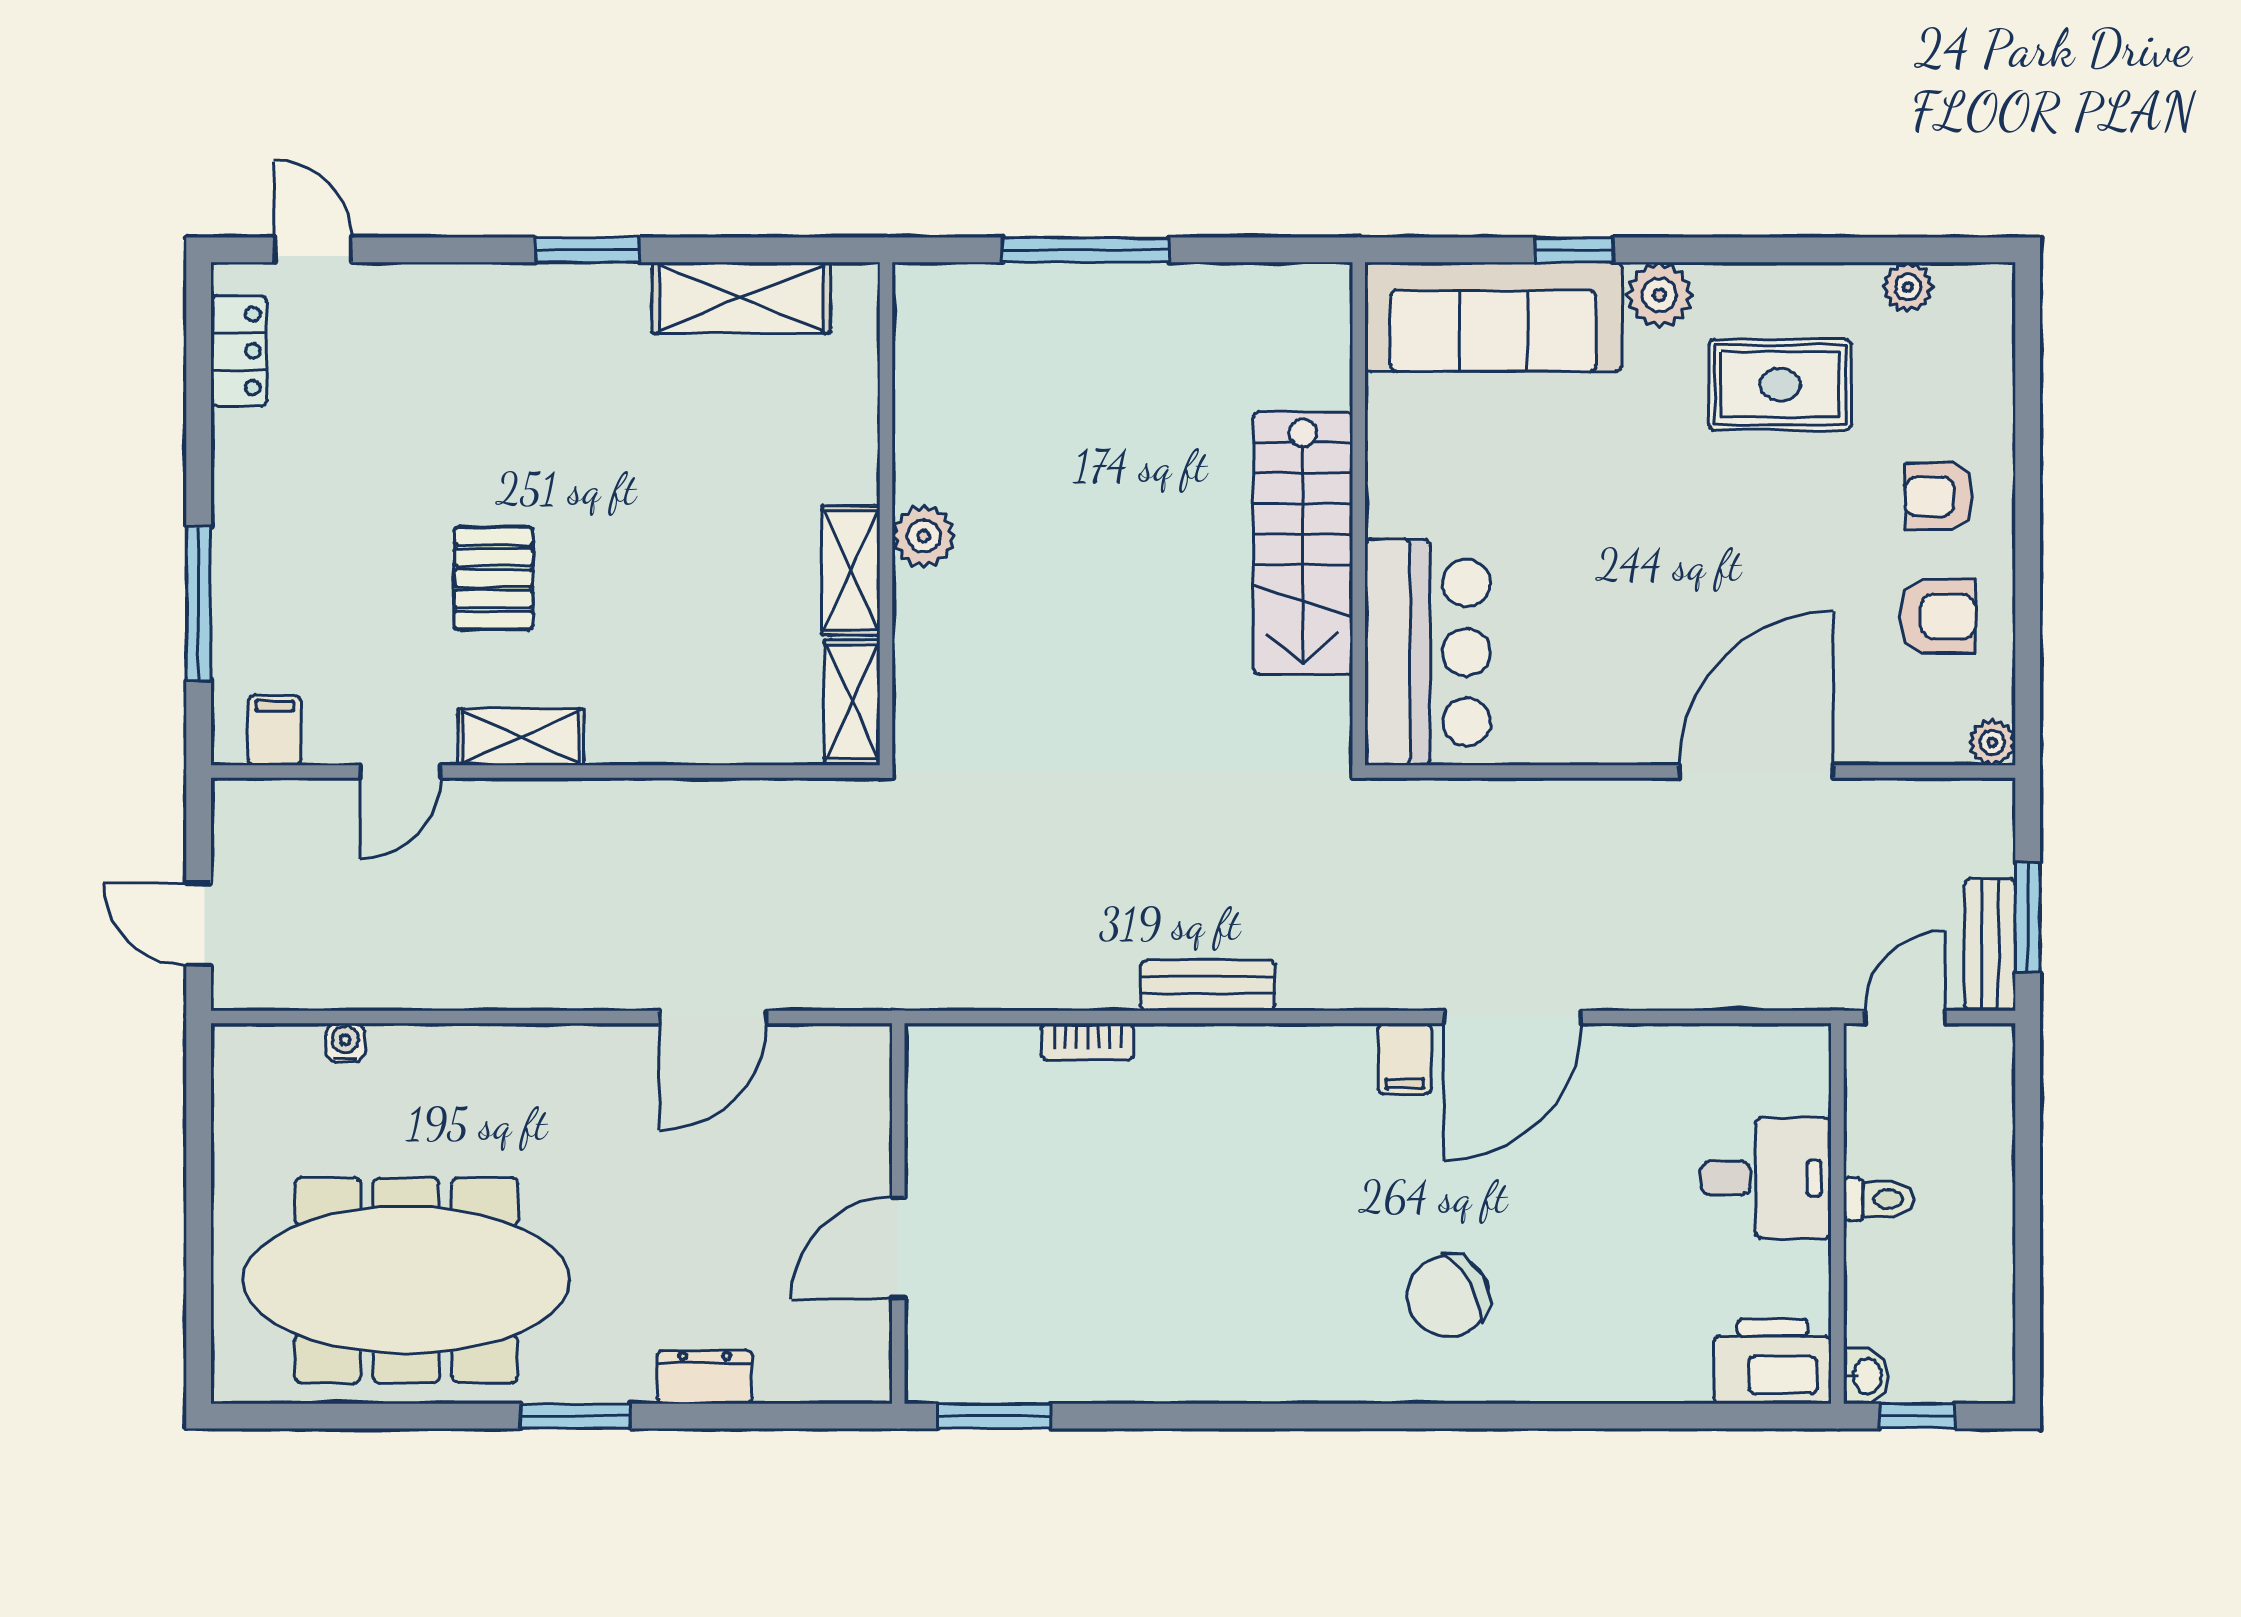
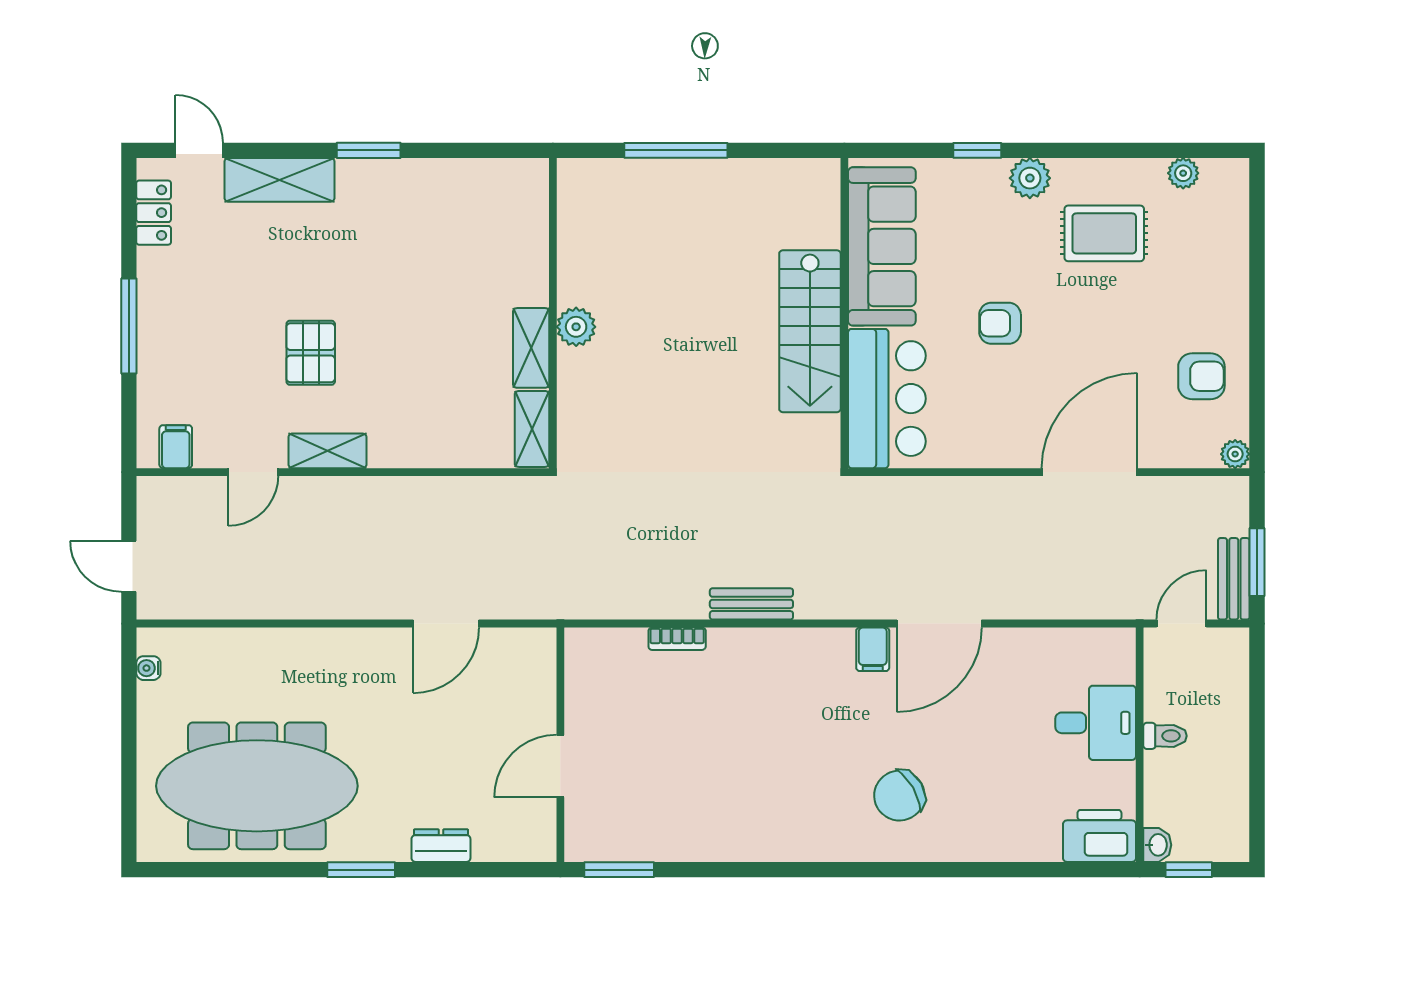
shelving: (741, 298) -> (280, 180), moved
sofa: (1493, 317) -> (882, 246), moved, turned -90
armchair: (1939, 497) -> (1000, 323), moved
window: (199, 604) -> (129, 326), moved
water cooler: (345, 1043) -> (148, 668), moved, turned -90

